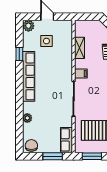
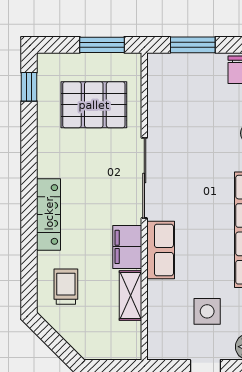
filing cabinet: (81, 74) -> (127, 247), width x2.00
row of seats: (67, 140) -> (161, 250), moved

